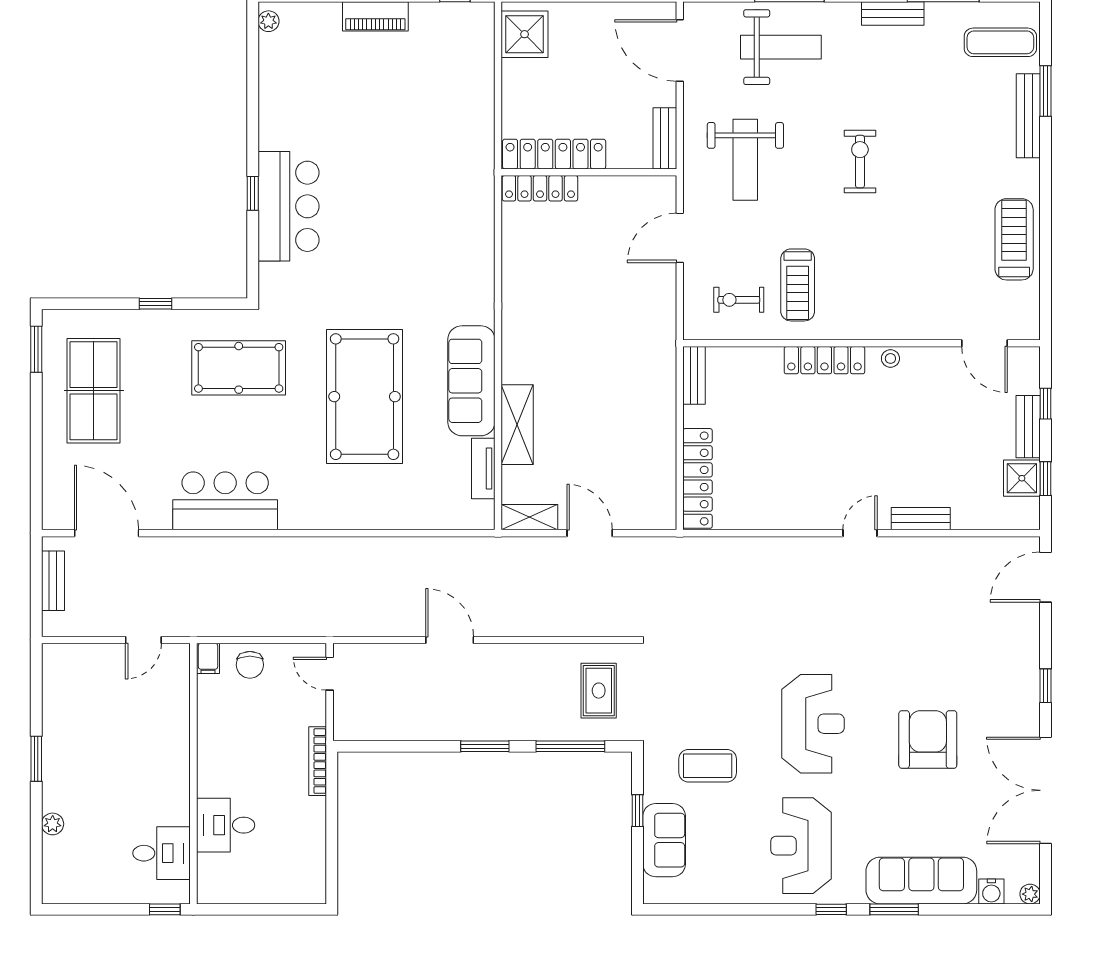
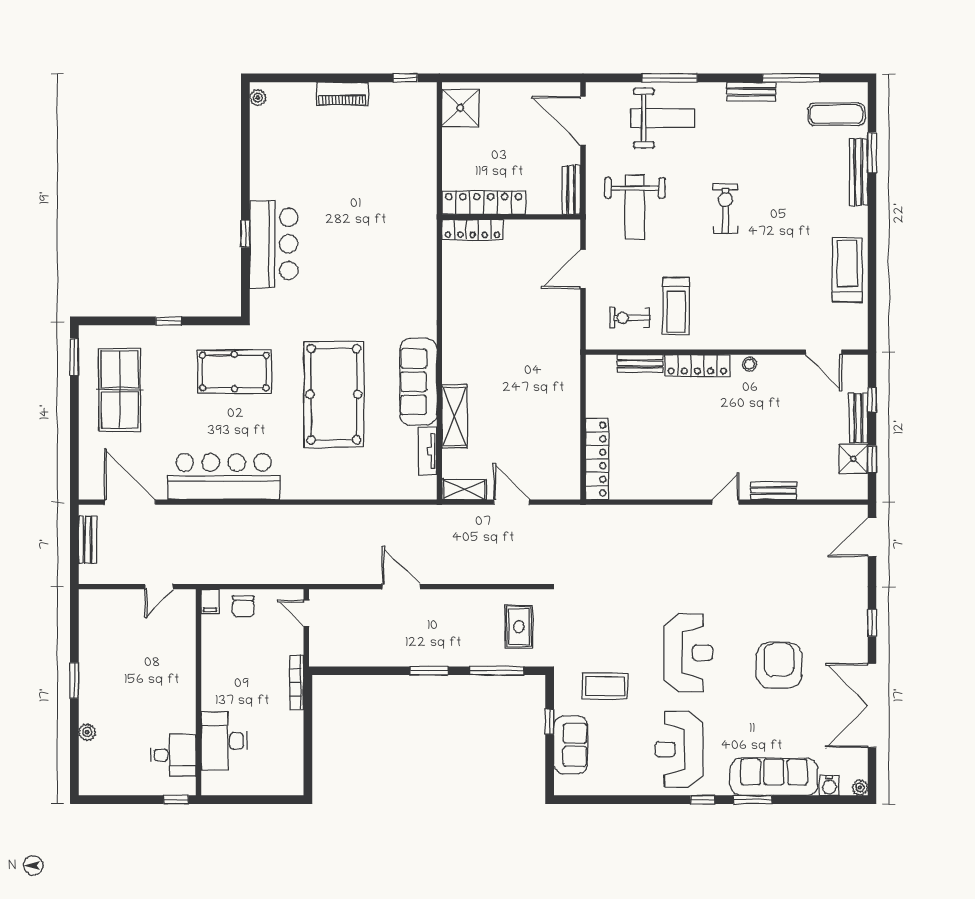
bench: (694, 375) -> (640, 363), moved, turned 90
bar counter: (225, 501) -> (224, 477), width x1.36
desk: (226, 825) -> (224, 741), width x1.37

